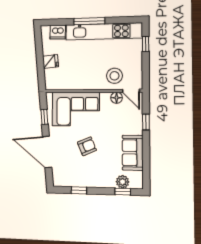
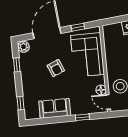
door: (131, 91) -> (108, 102), hinge flipped
plant: (123, 182) -> (24, 47), moved

